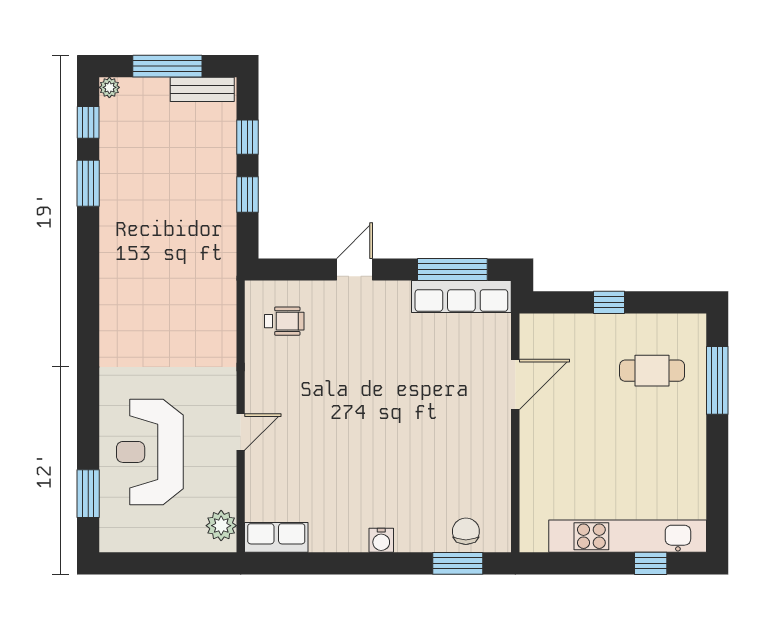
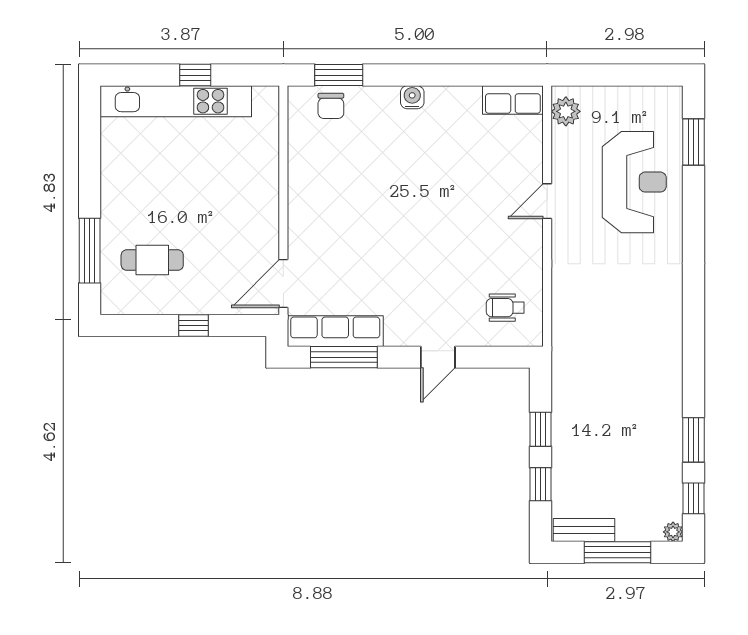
door: (515, 385) -> (283, 283), moved
window: (651, 563) -> (195, 75), moved

